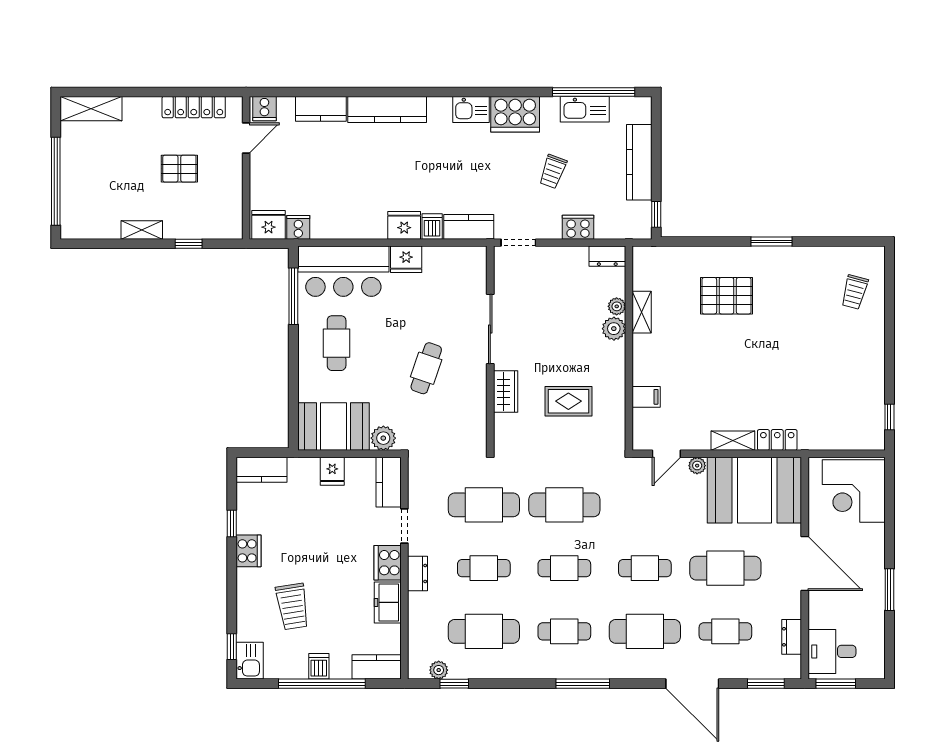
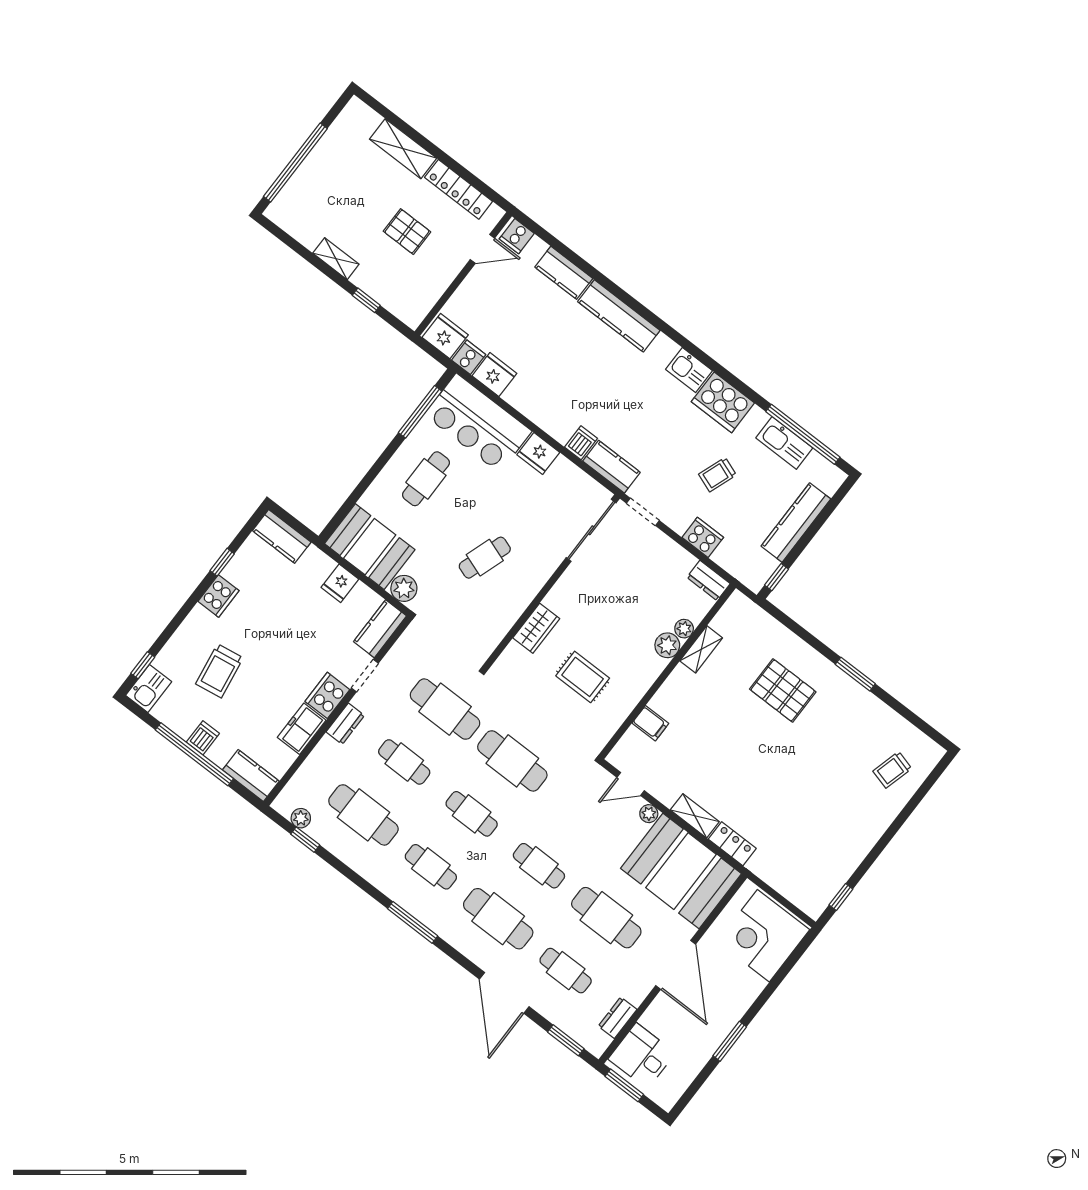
shelving: (91, 109) -> (403, 149), moved
fridge: (404, 225) -> (494, 375), moved
sliding door: (490, 329) -> (591, 530), moved

